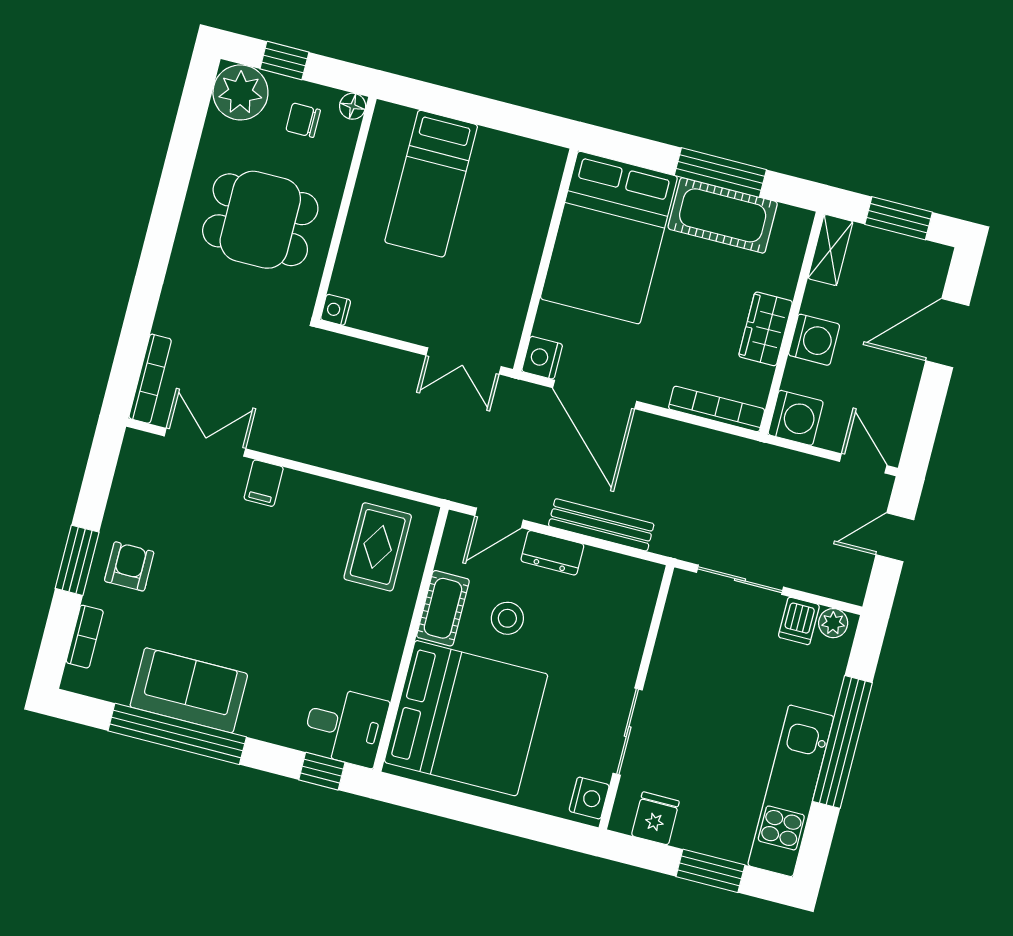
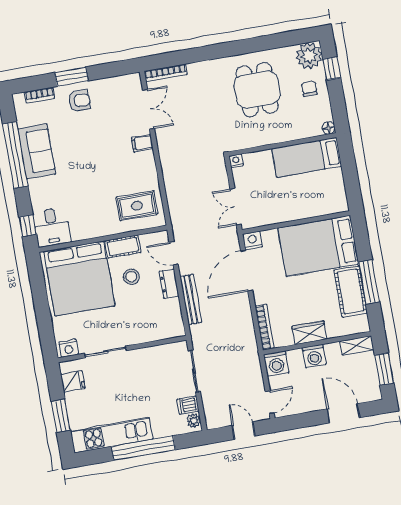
floor lamp: (353, 106) -> (329, 128), moved
wall: (344, 208) -> (282, 144), moved
nightstand: (336, 310) -> (236, 161), moved

